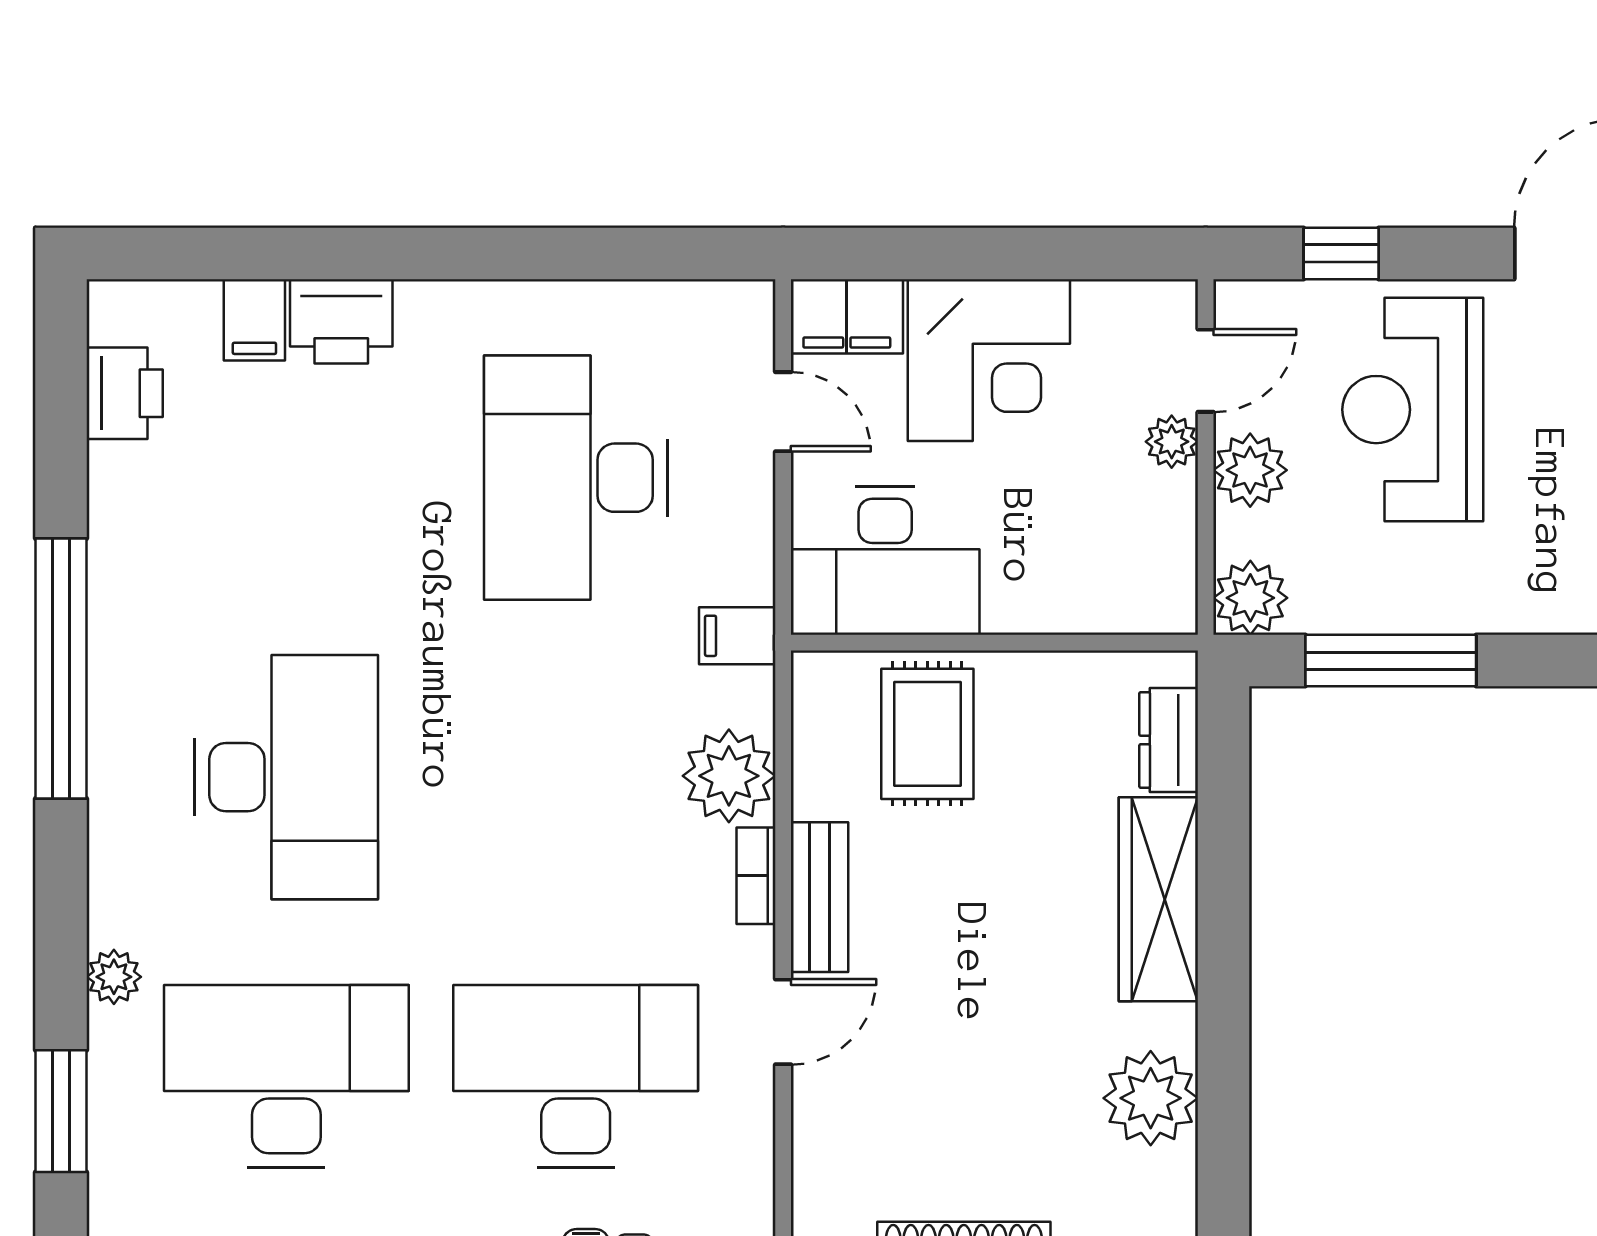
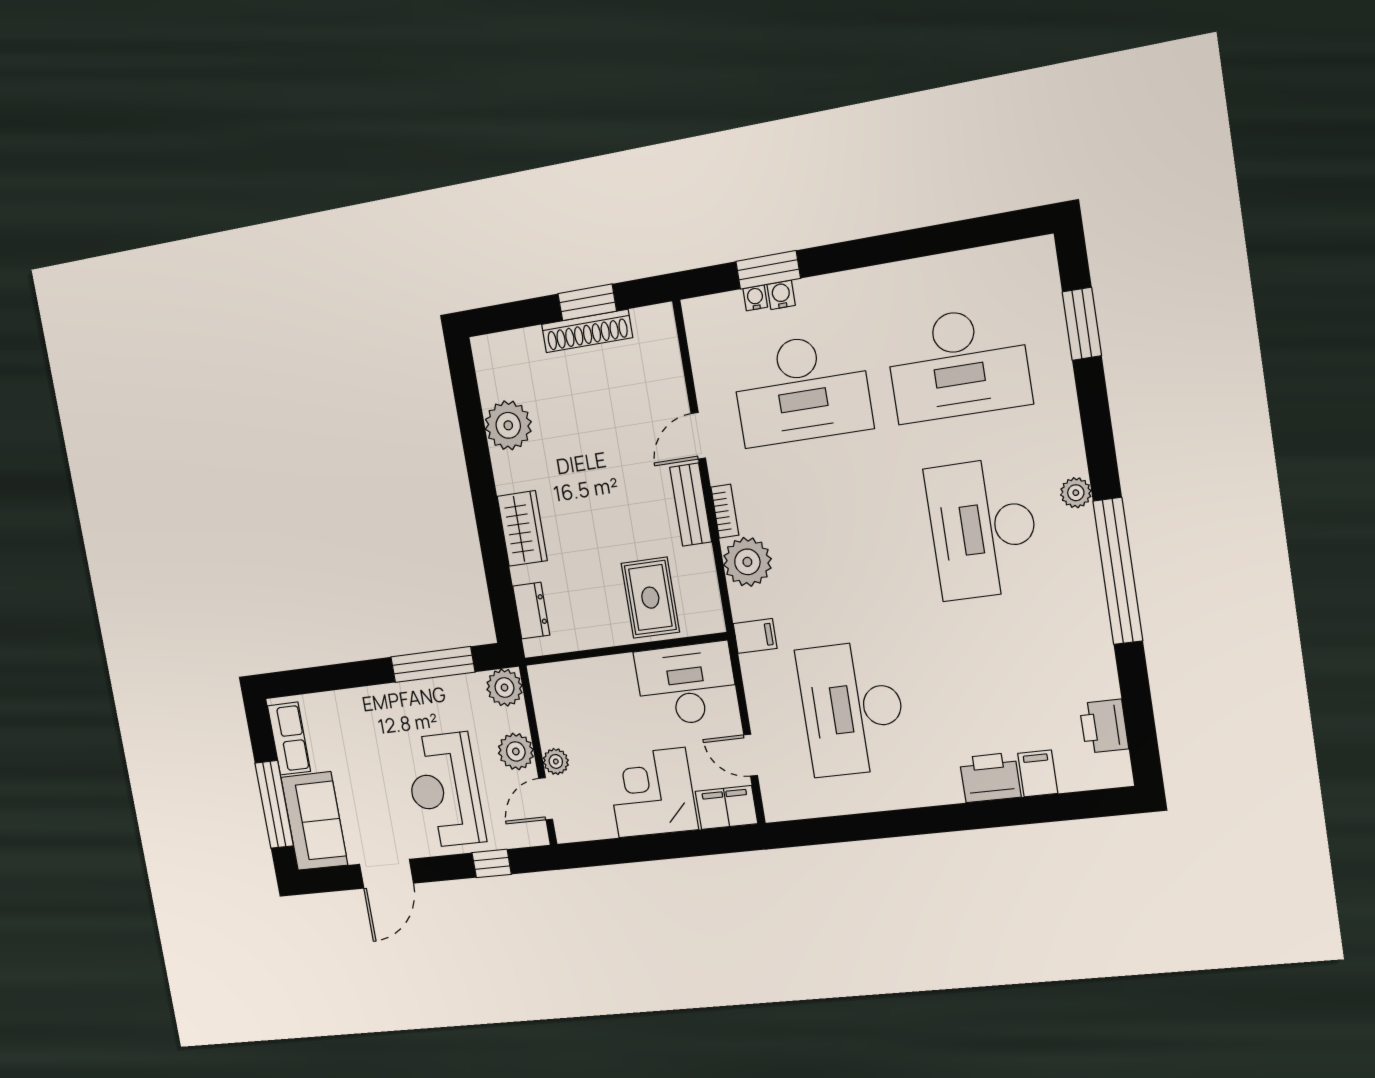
reception desk: (1413, 410) -> (445, 790), turned 180
desk: (576, 478) -> (852, 709), turned 180
wardrobe: (1158, 899) -> (522, 528), width x0.67
plant: (114, 977) -> (1076, 493), moved

